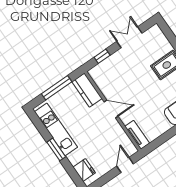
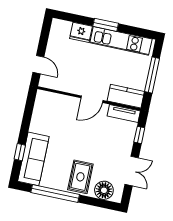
floor lamp: (160, 42) -> (104, 190), added
tv unit: (137, 135) -> (124, 113), moved
fridge: (84, 170) -> (81, 32), moved

